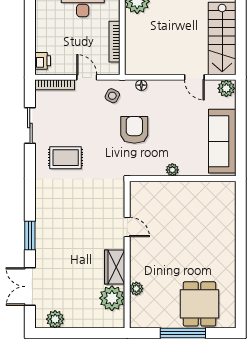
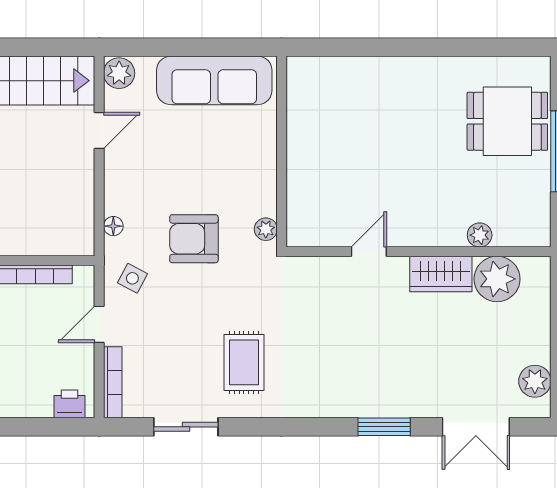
plant: (172, 170) -> (266, 229), moved

